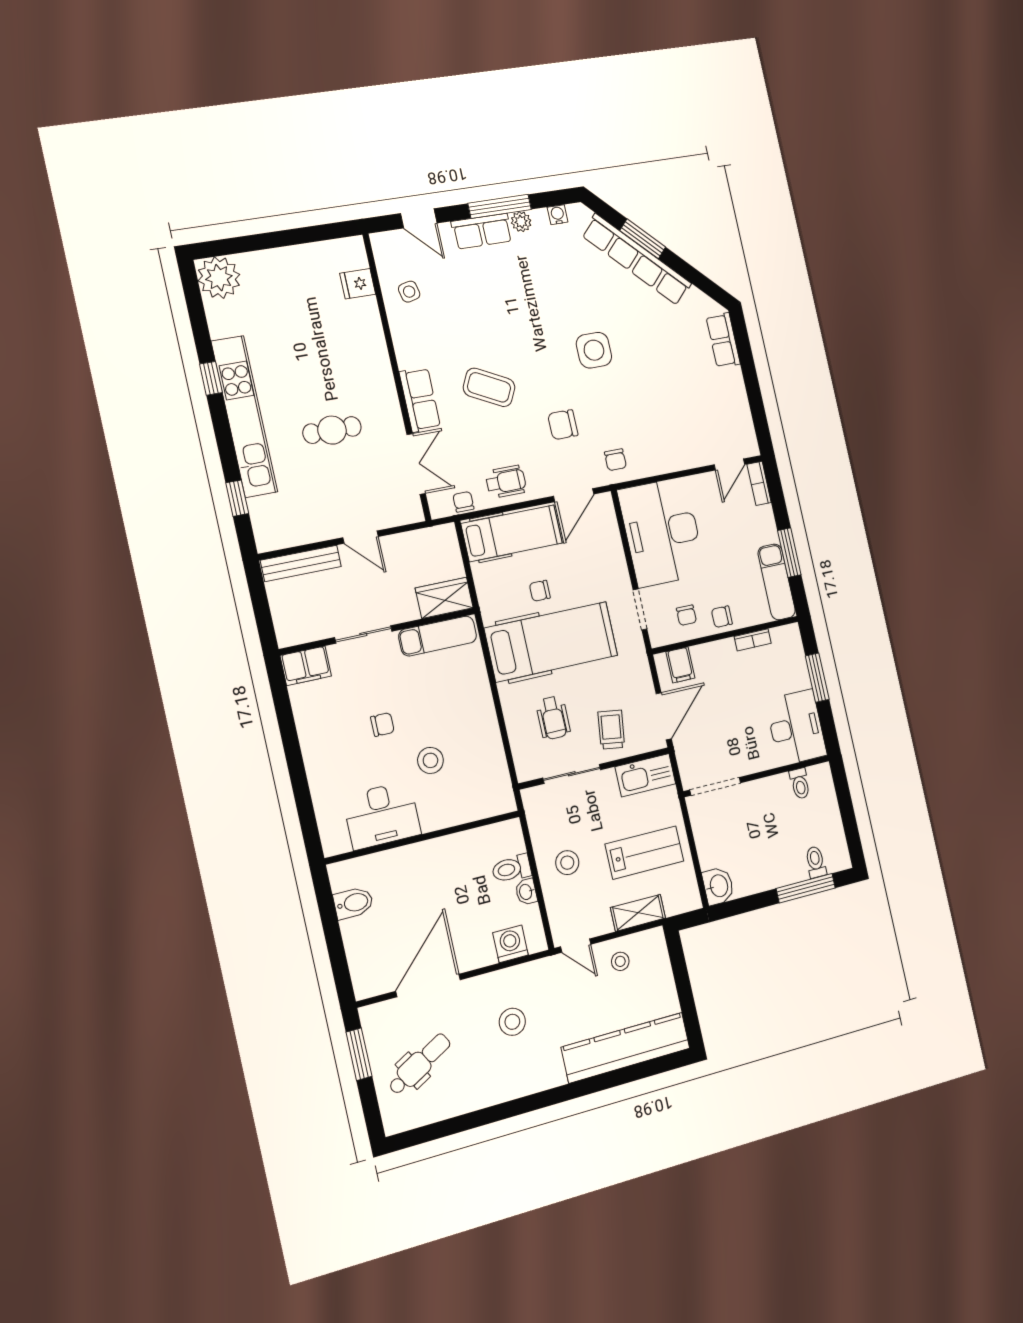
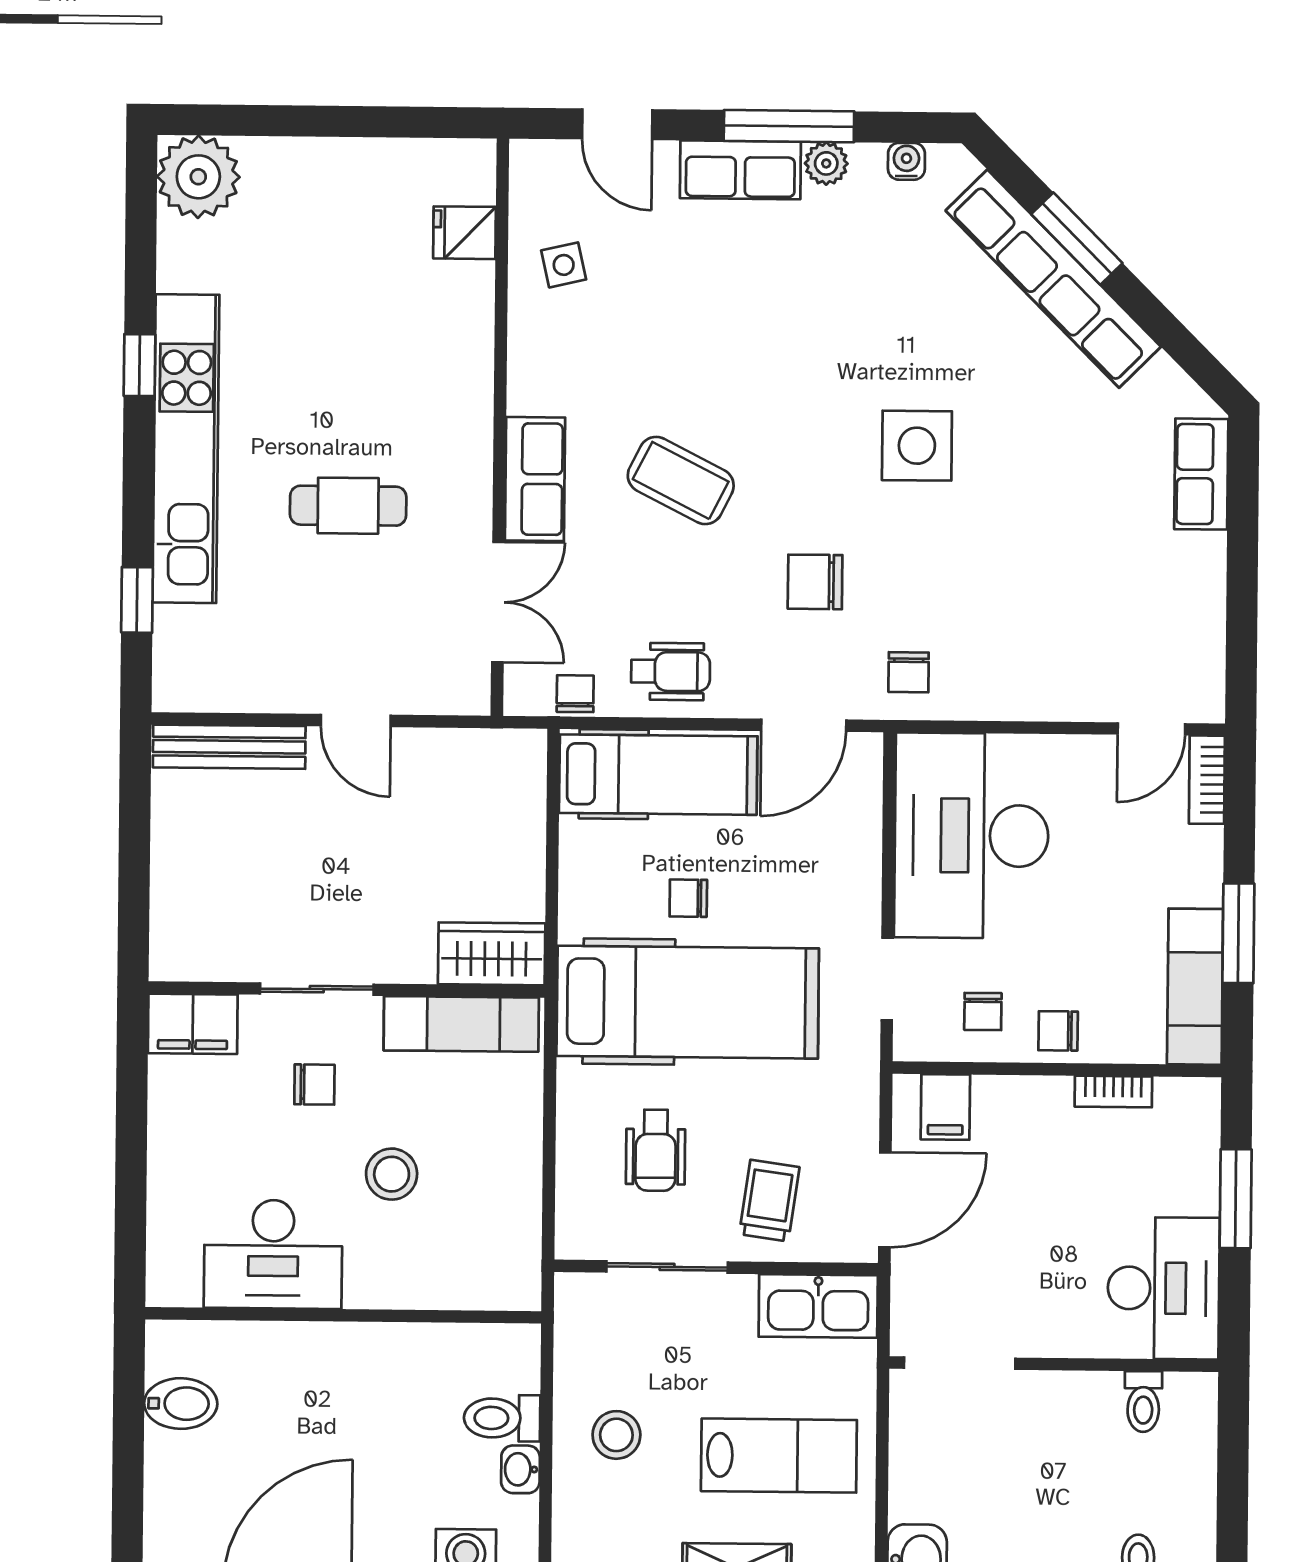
wardrobe: (444, 598) -> (492, 954), moved
wall: (378, 631) -> (347, 989), moved
sliding door: (363, 634) -> (317, 989), moved
exam couch: (438, 636) -> (461, 1024), moved
filing cabinet: (306, 666) -> (193, 1024), moved

